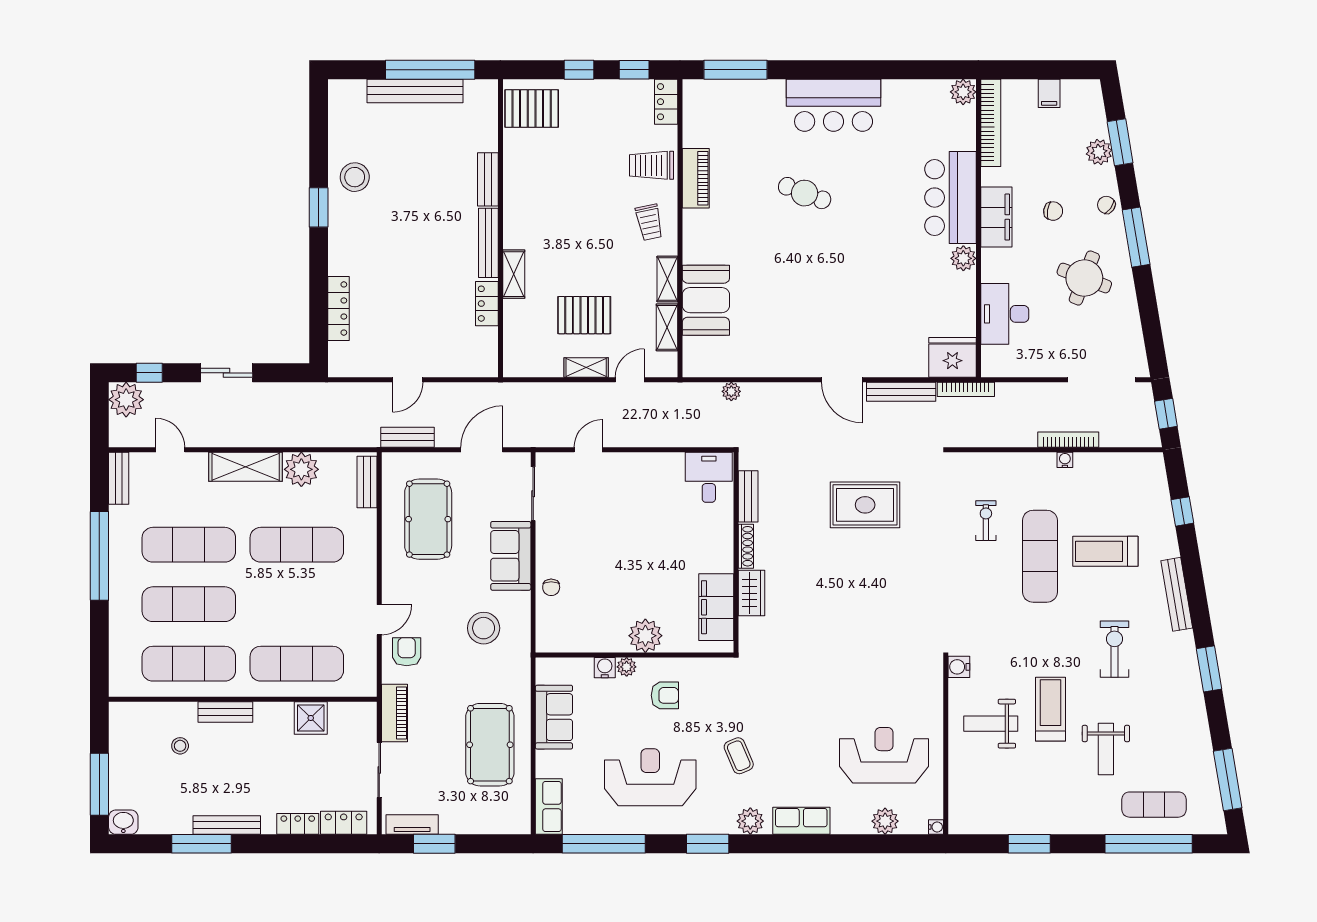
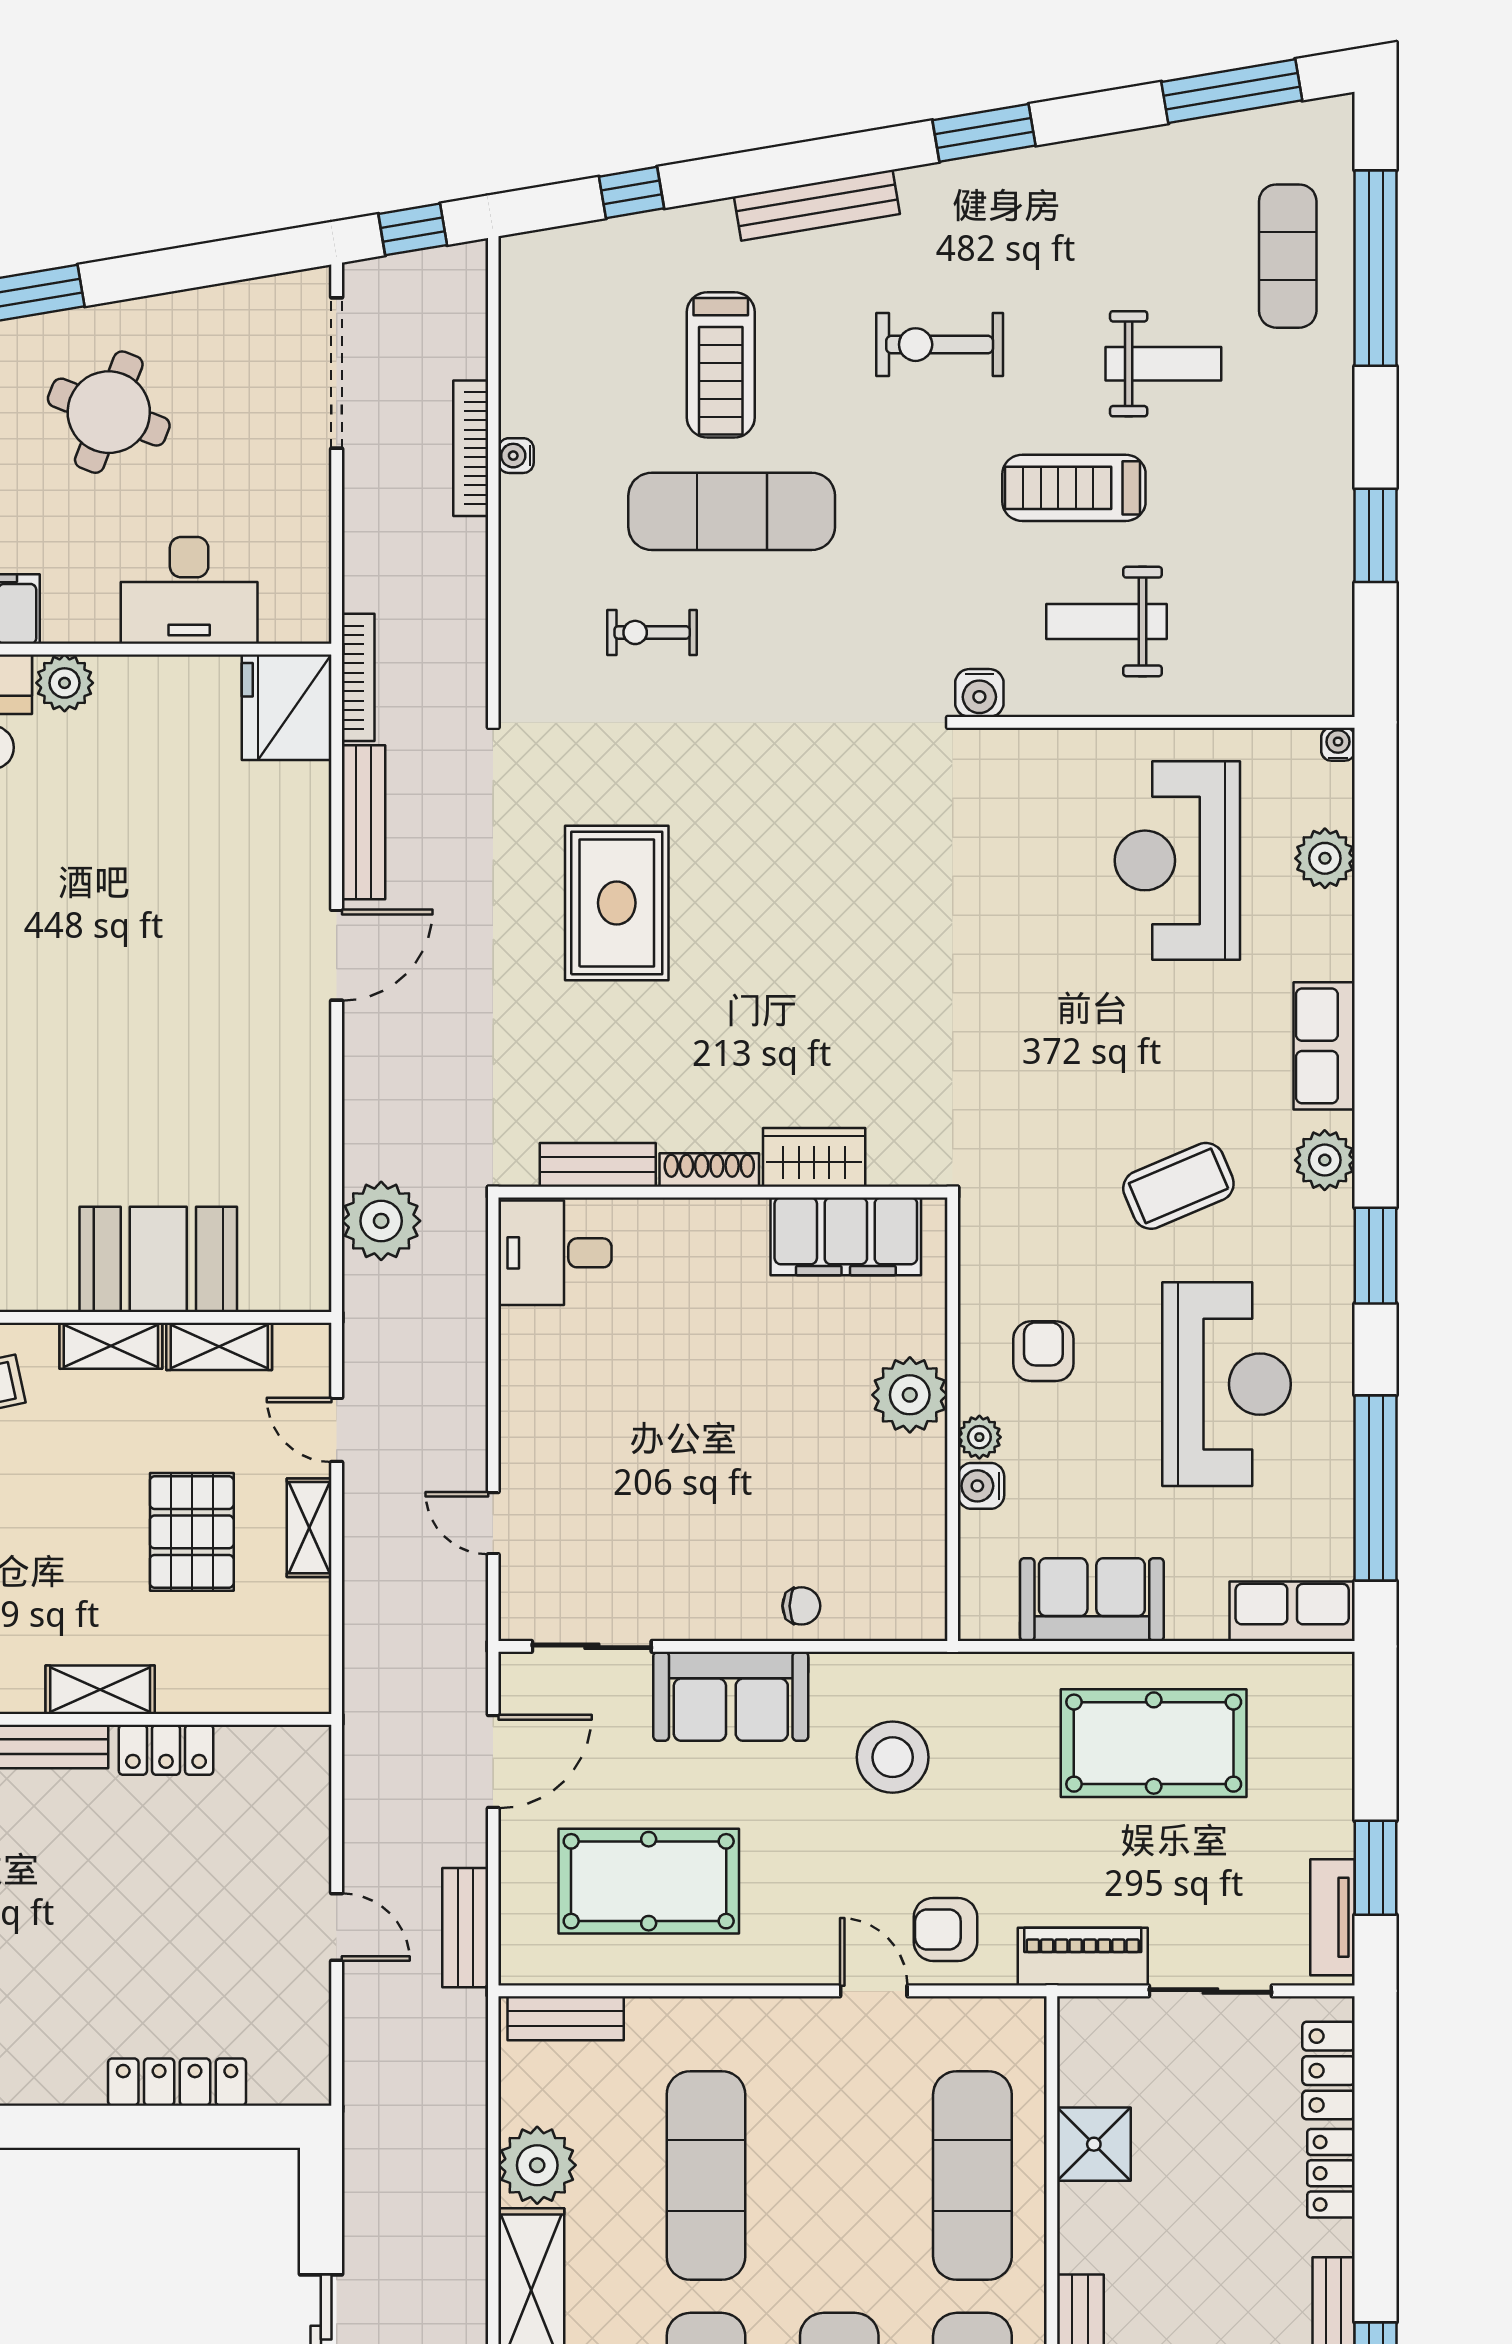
plant: (731, 391) -> (381, 1221), width x1.88, depth x1.88
door: (482, 450) -> (493, 1761), swing flipped
weight bench: (991, 724) -> (1106, 622), turned 90
coffee table: (739, 756) -> (1178, 1186), width x1.36, depth x1.30
reception desk: (650, 777) -> (1226, 1384), turned 180

